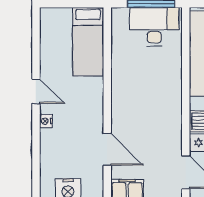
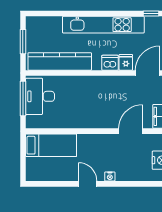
door: (36, 91) -> (88, 184), hinge flipped

